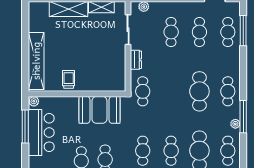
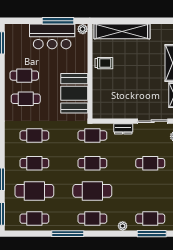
cafe table: (199, 32) -> (92, 163), moved
plant: (235, 124) -> (123, 226), moved

